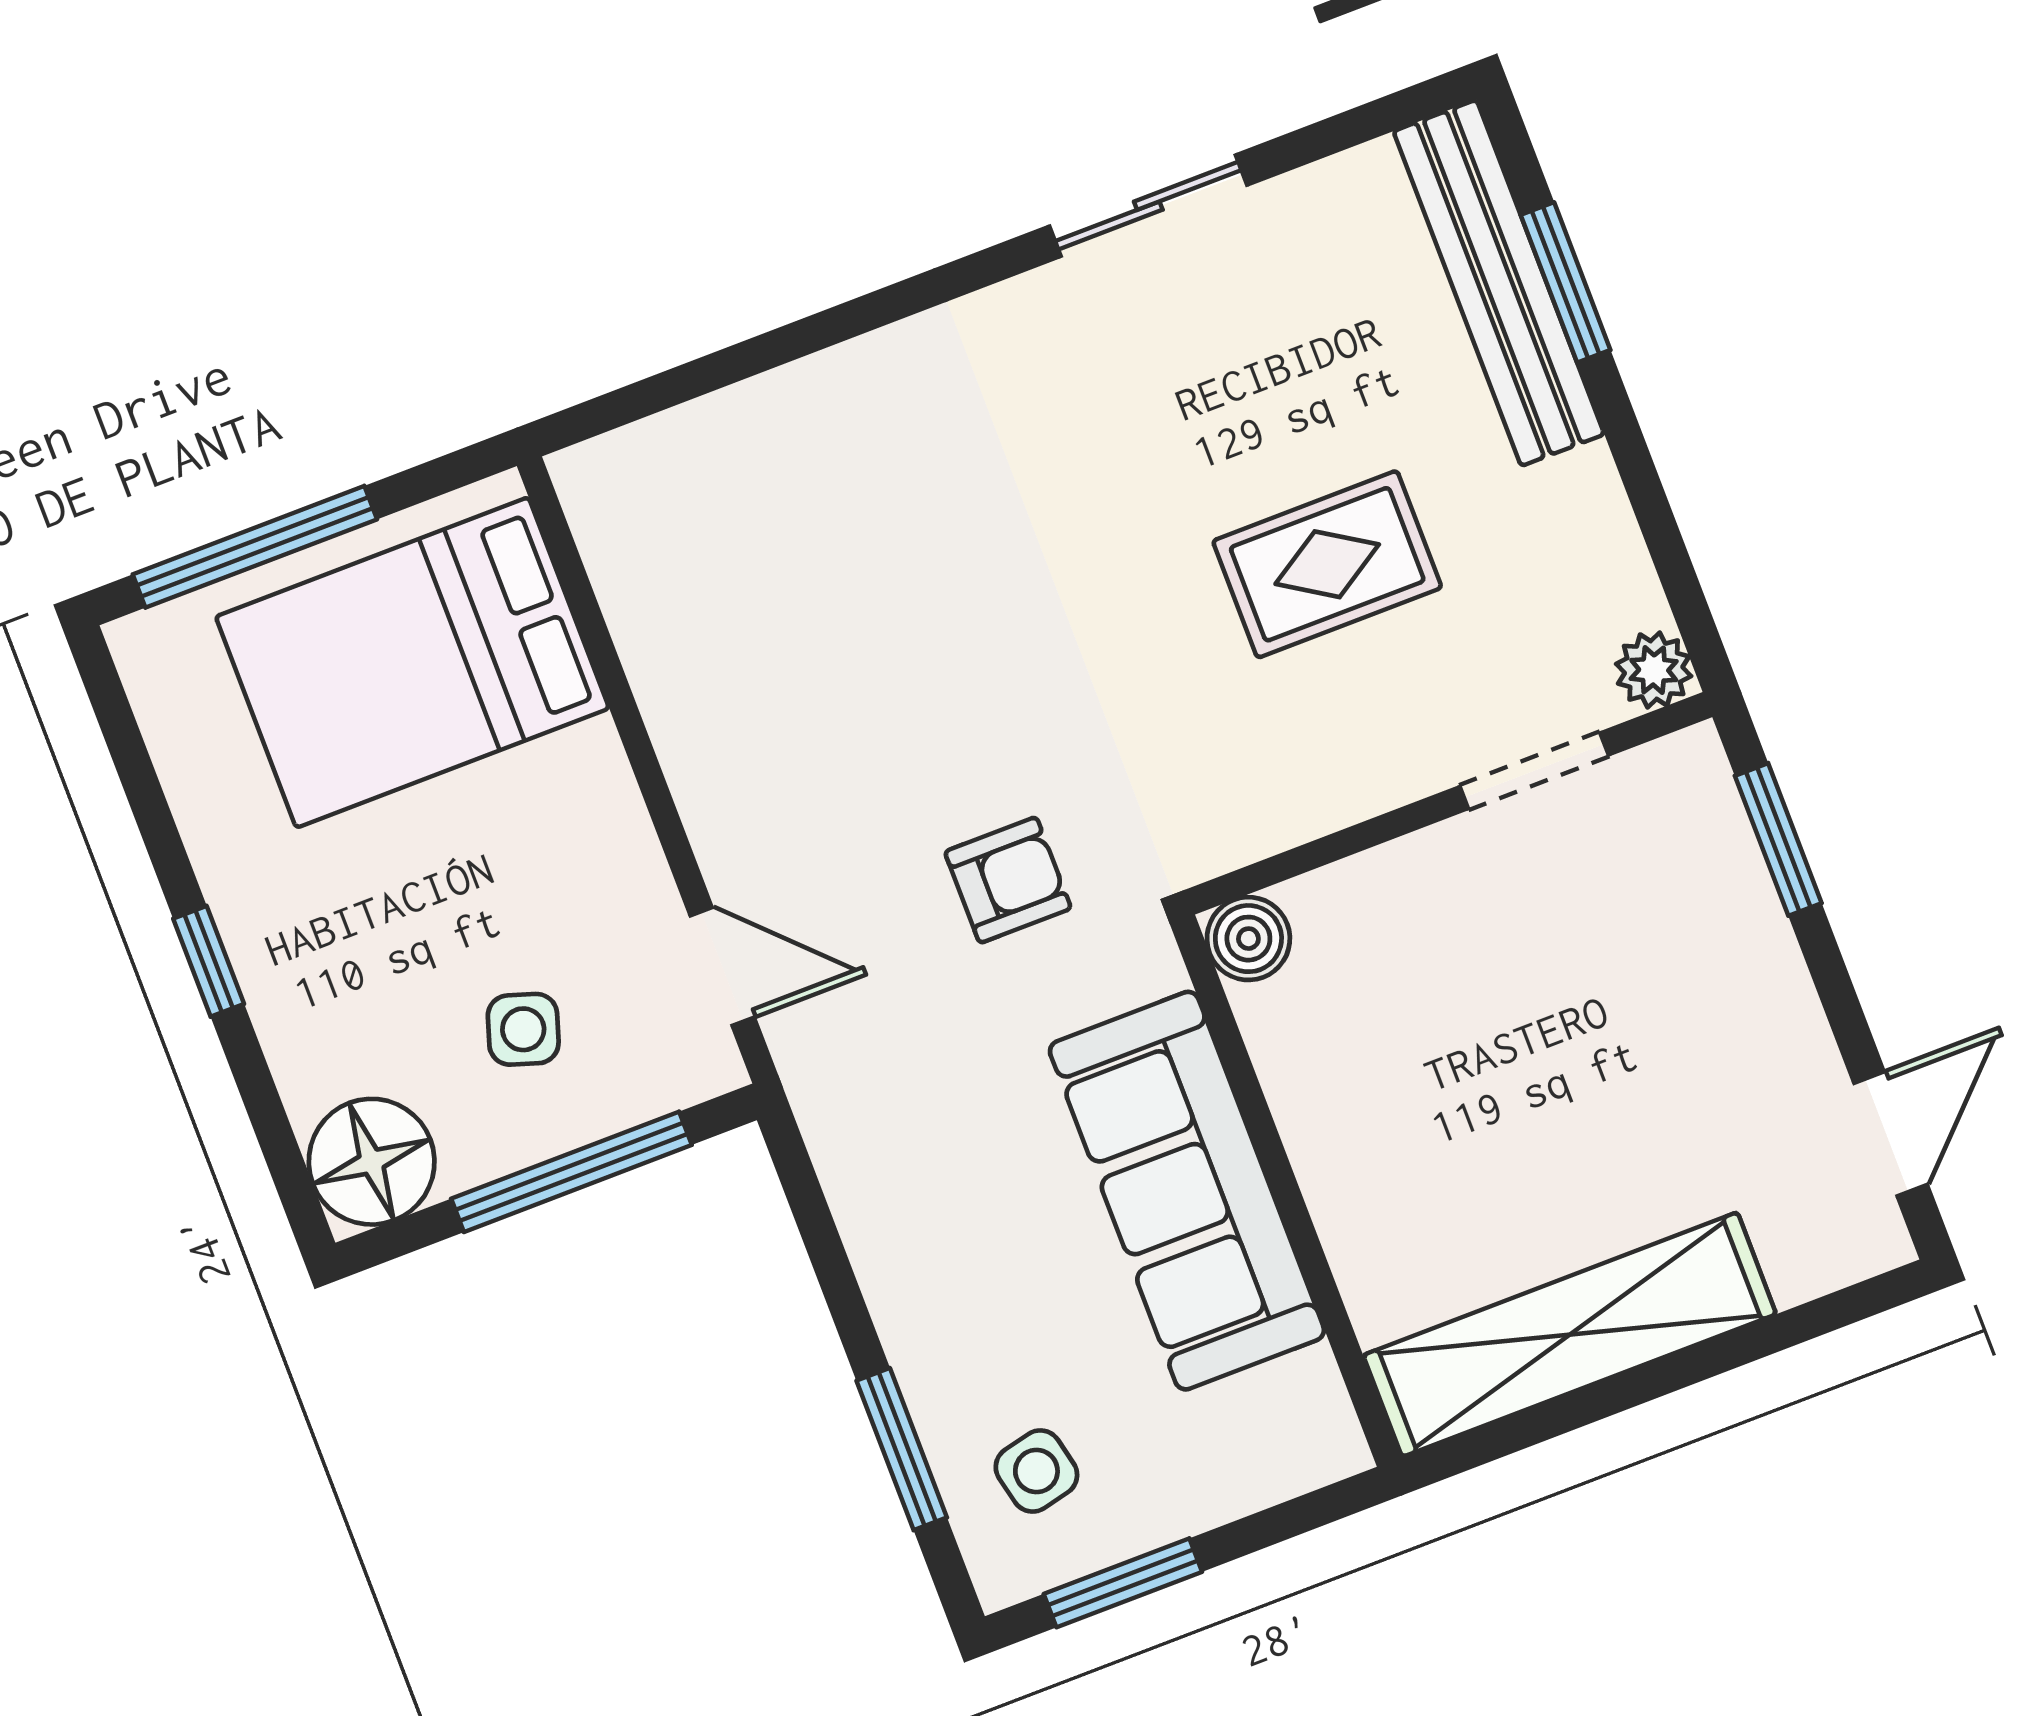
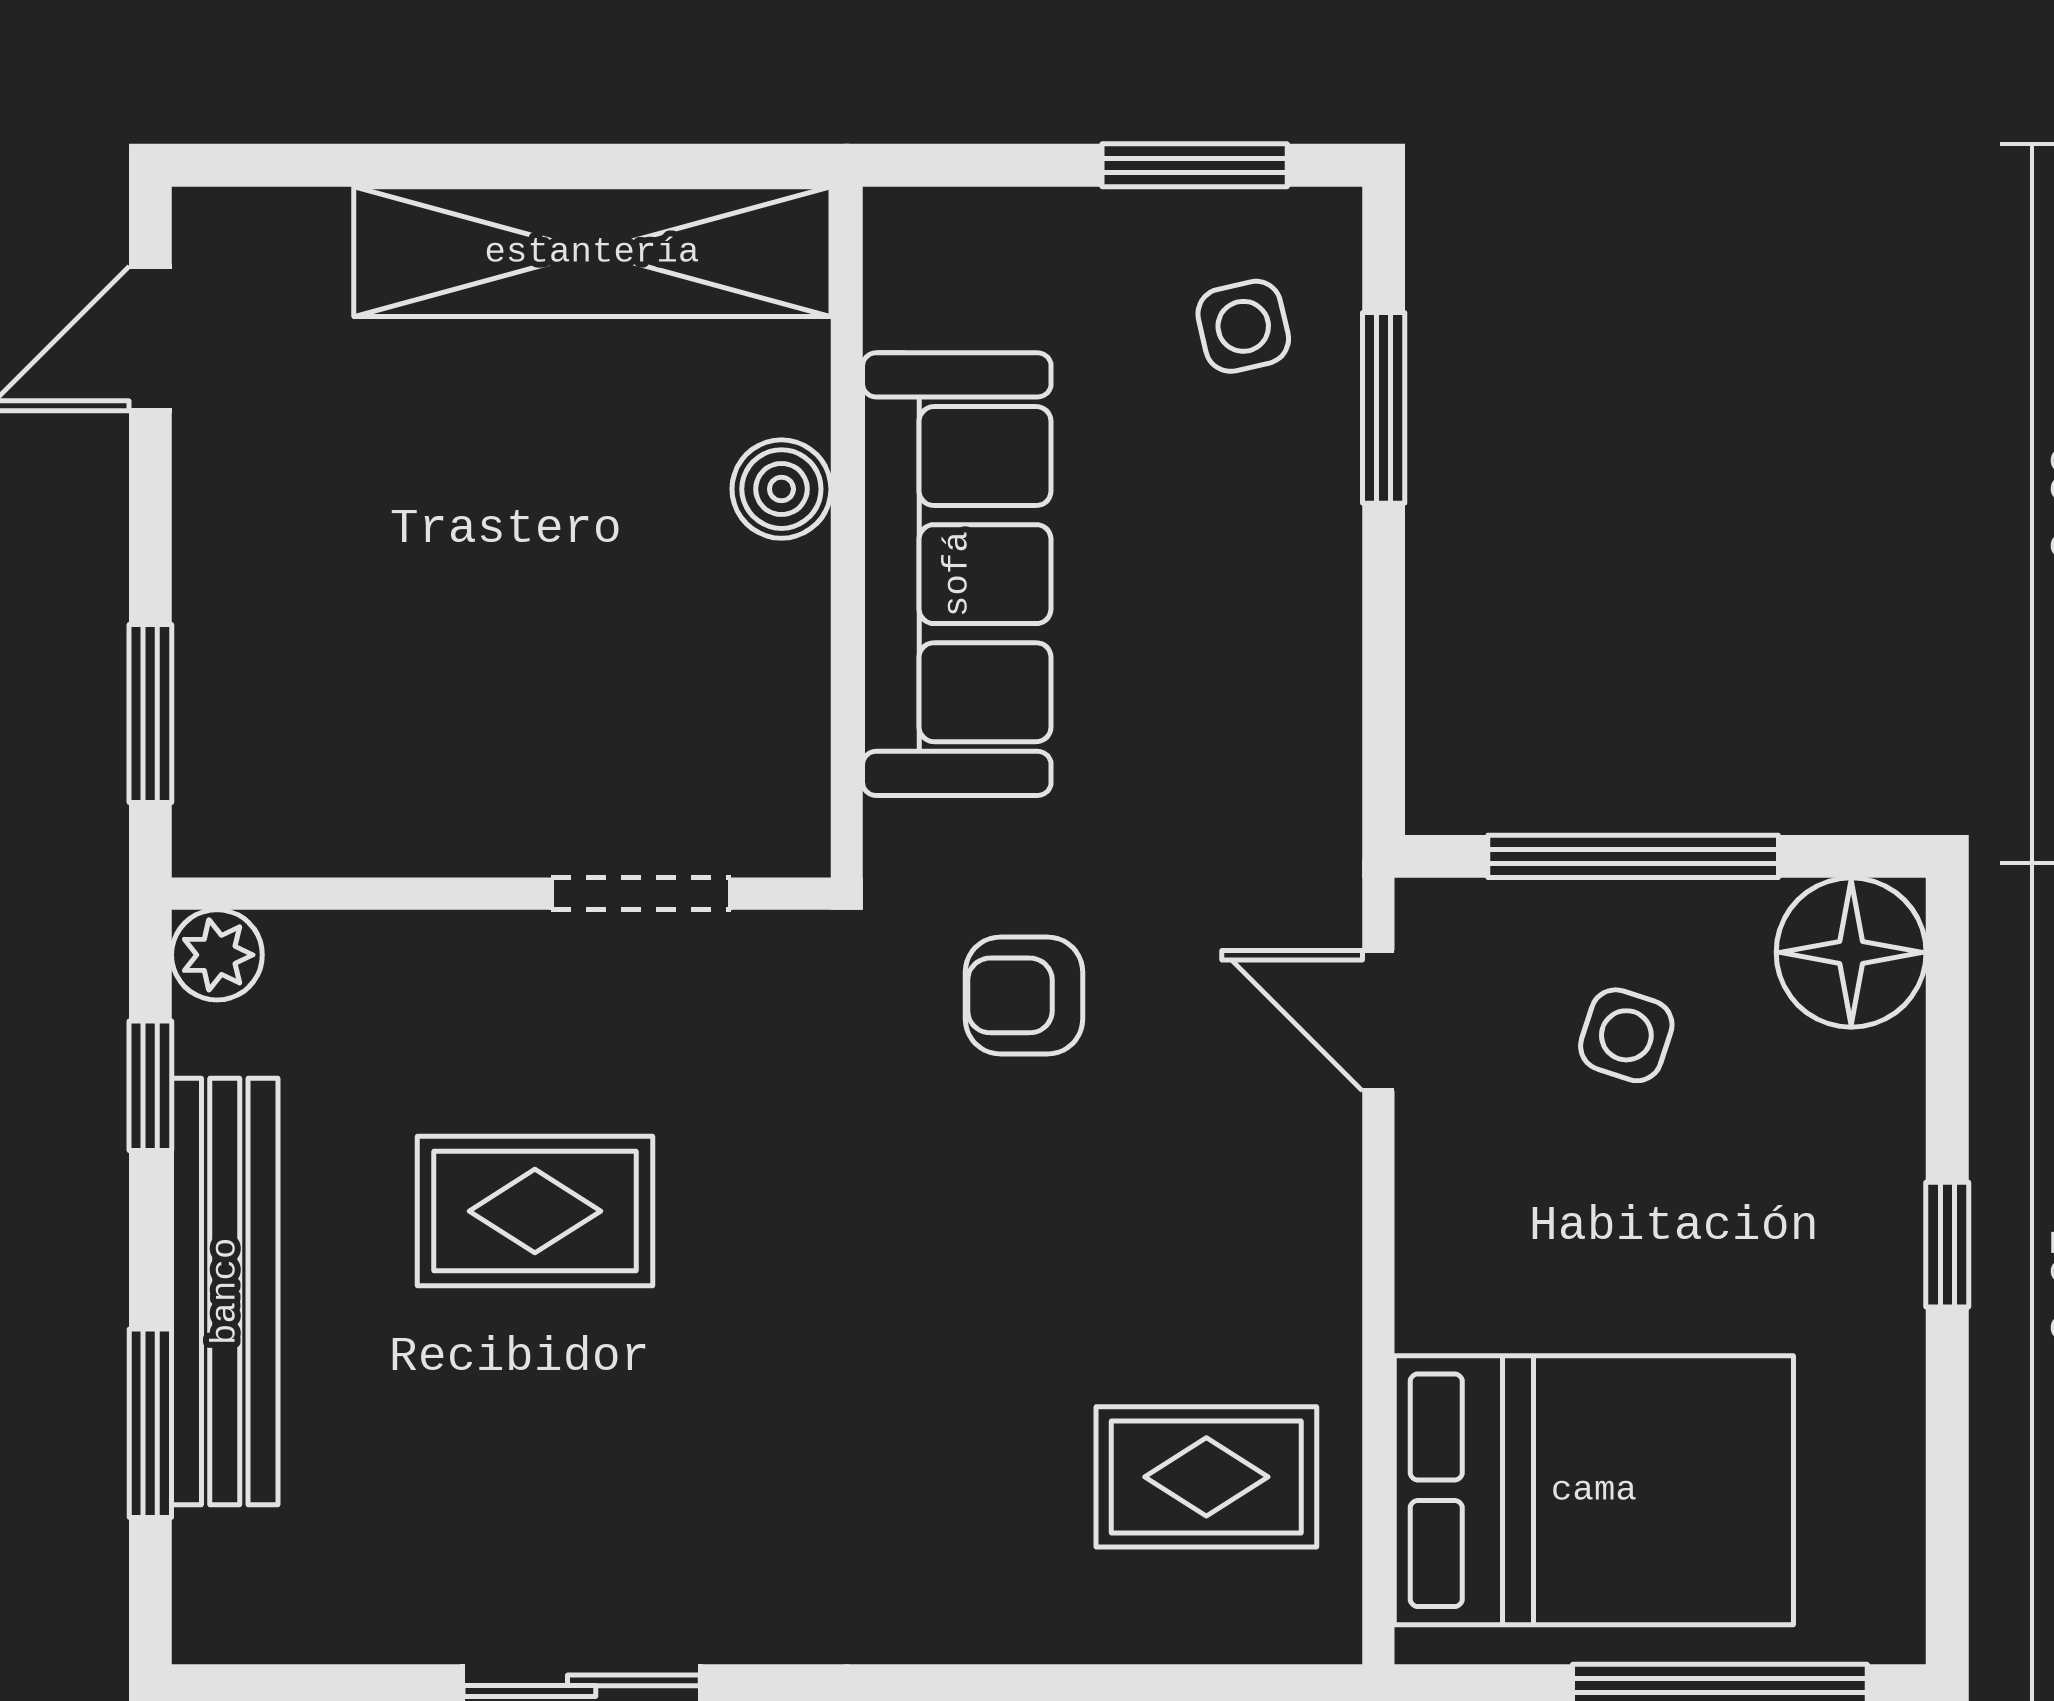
bench: (1499, 283) -> (225, 1291), moved
window: (1667, 547) -> (150, 1086), added
rug: (721, 557) -> (1206, 1477), added
doorway: (1534, 771) -> (641, 894), moved
boiler: (1248, 939) -> (781, 489), moved

